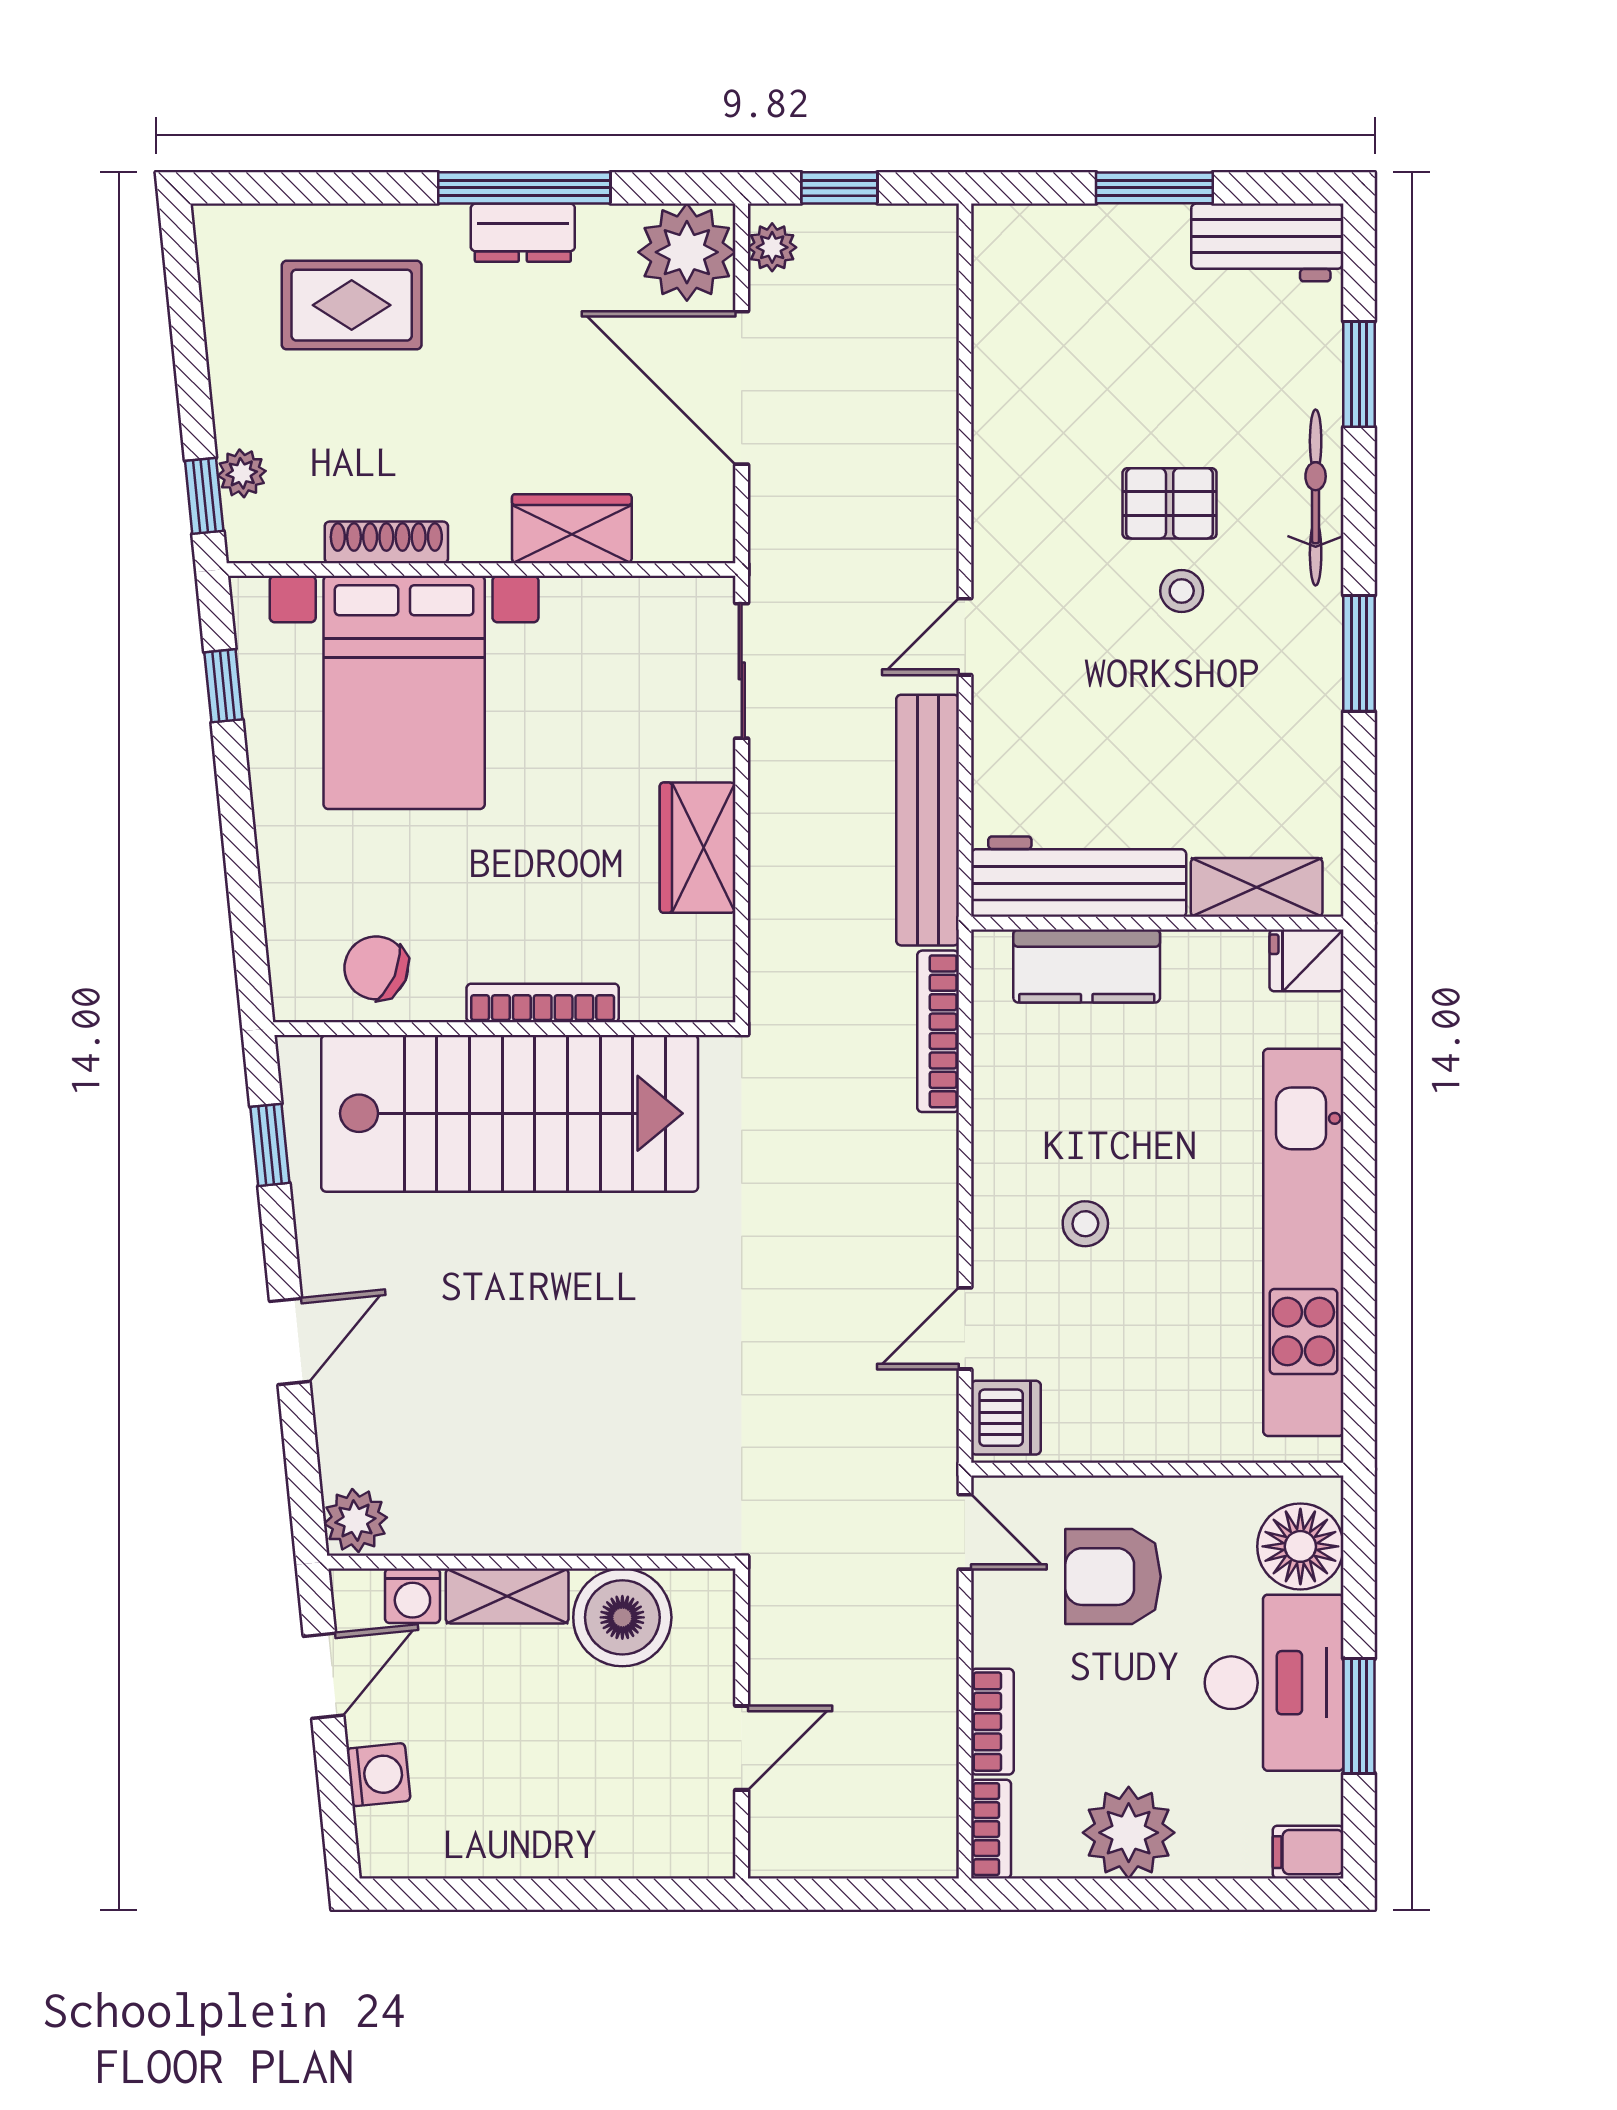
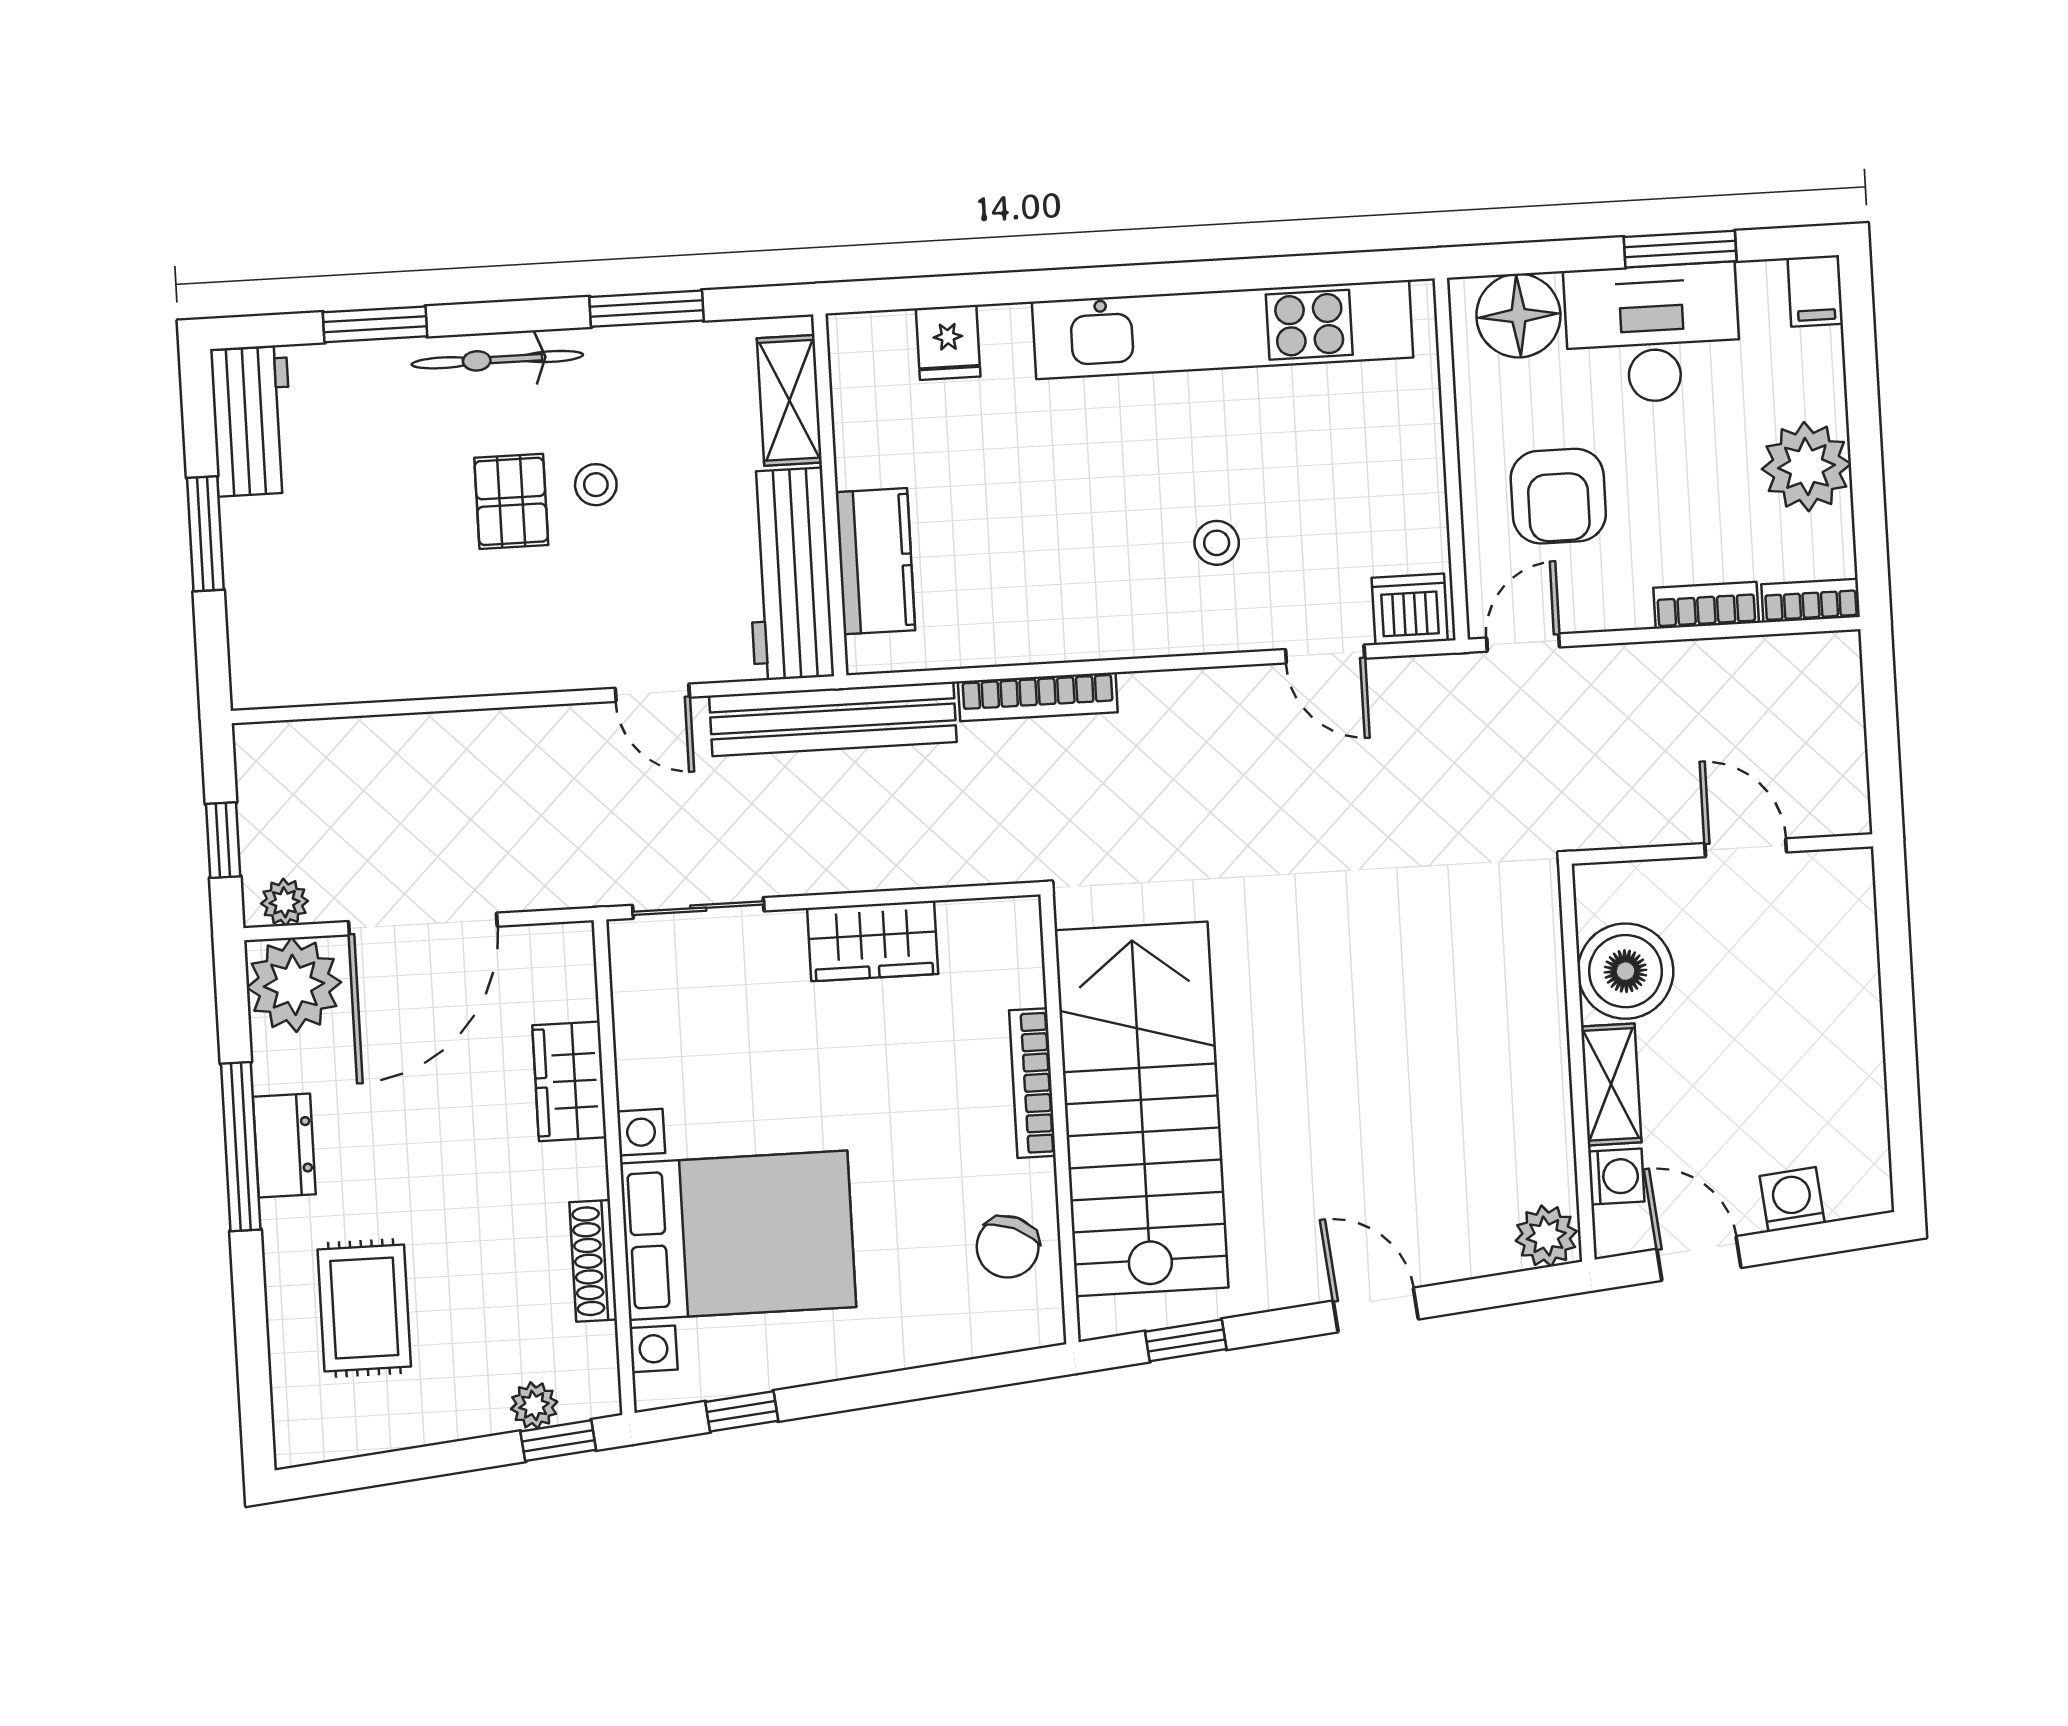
workbench: (1079, 877) -> (789, 574), moved
shelving: (1257, 887) -> (789, 400), moved
wall: (1157, 923) -> (830, 495), moved
kitchen counter: (1087, 966) -> (875, 561), moved

